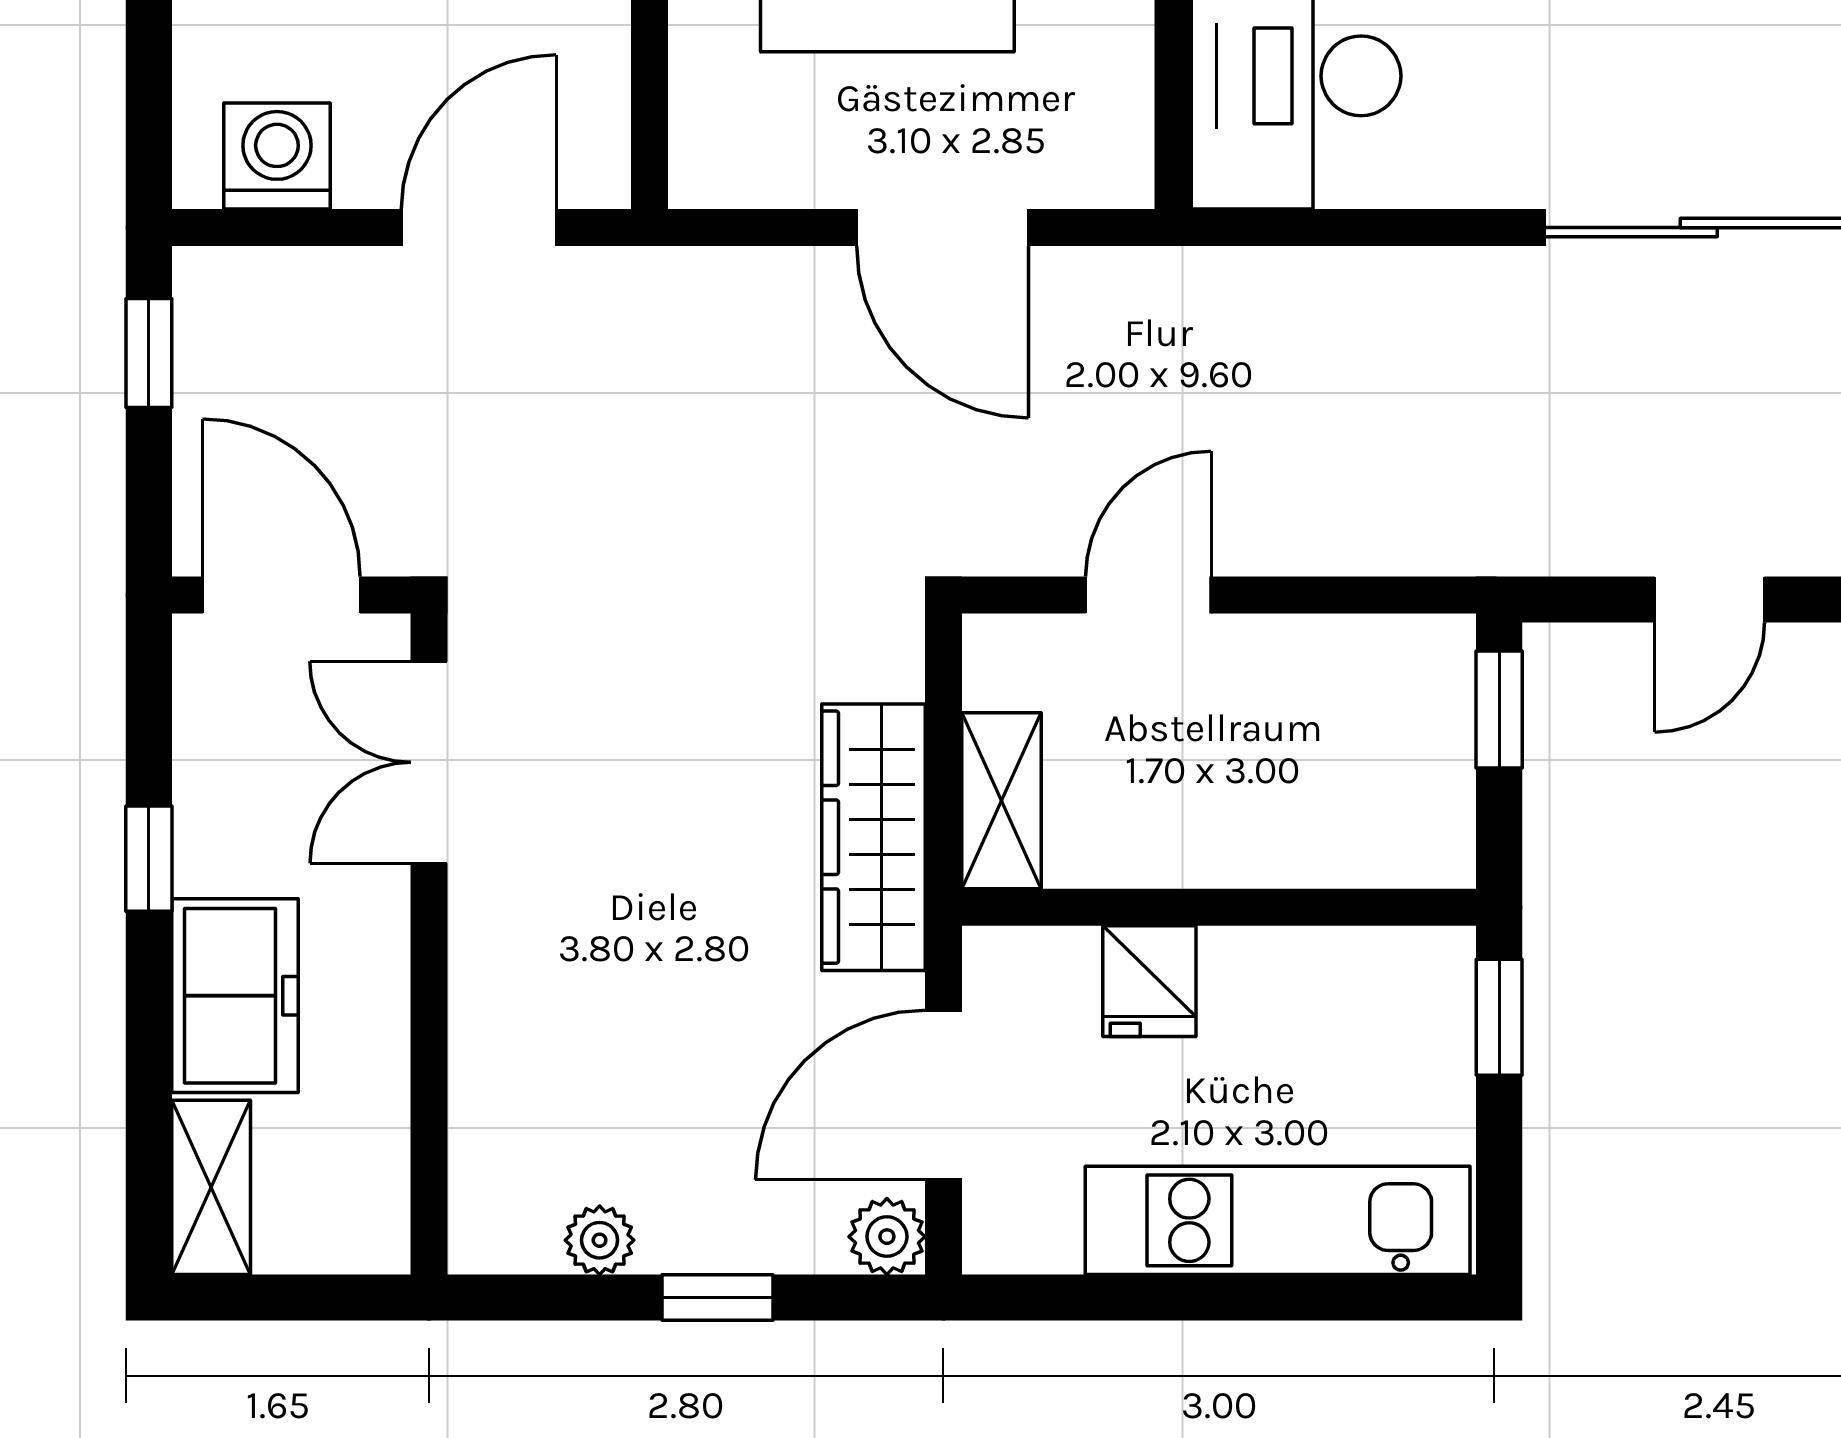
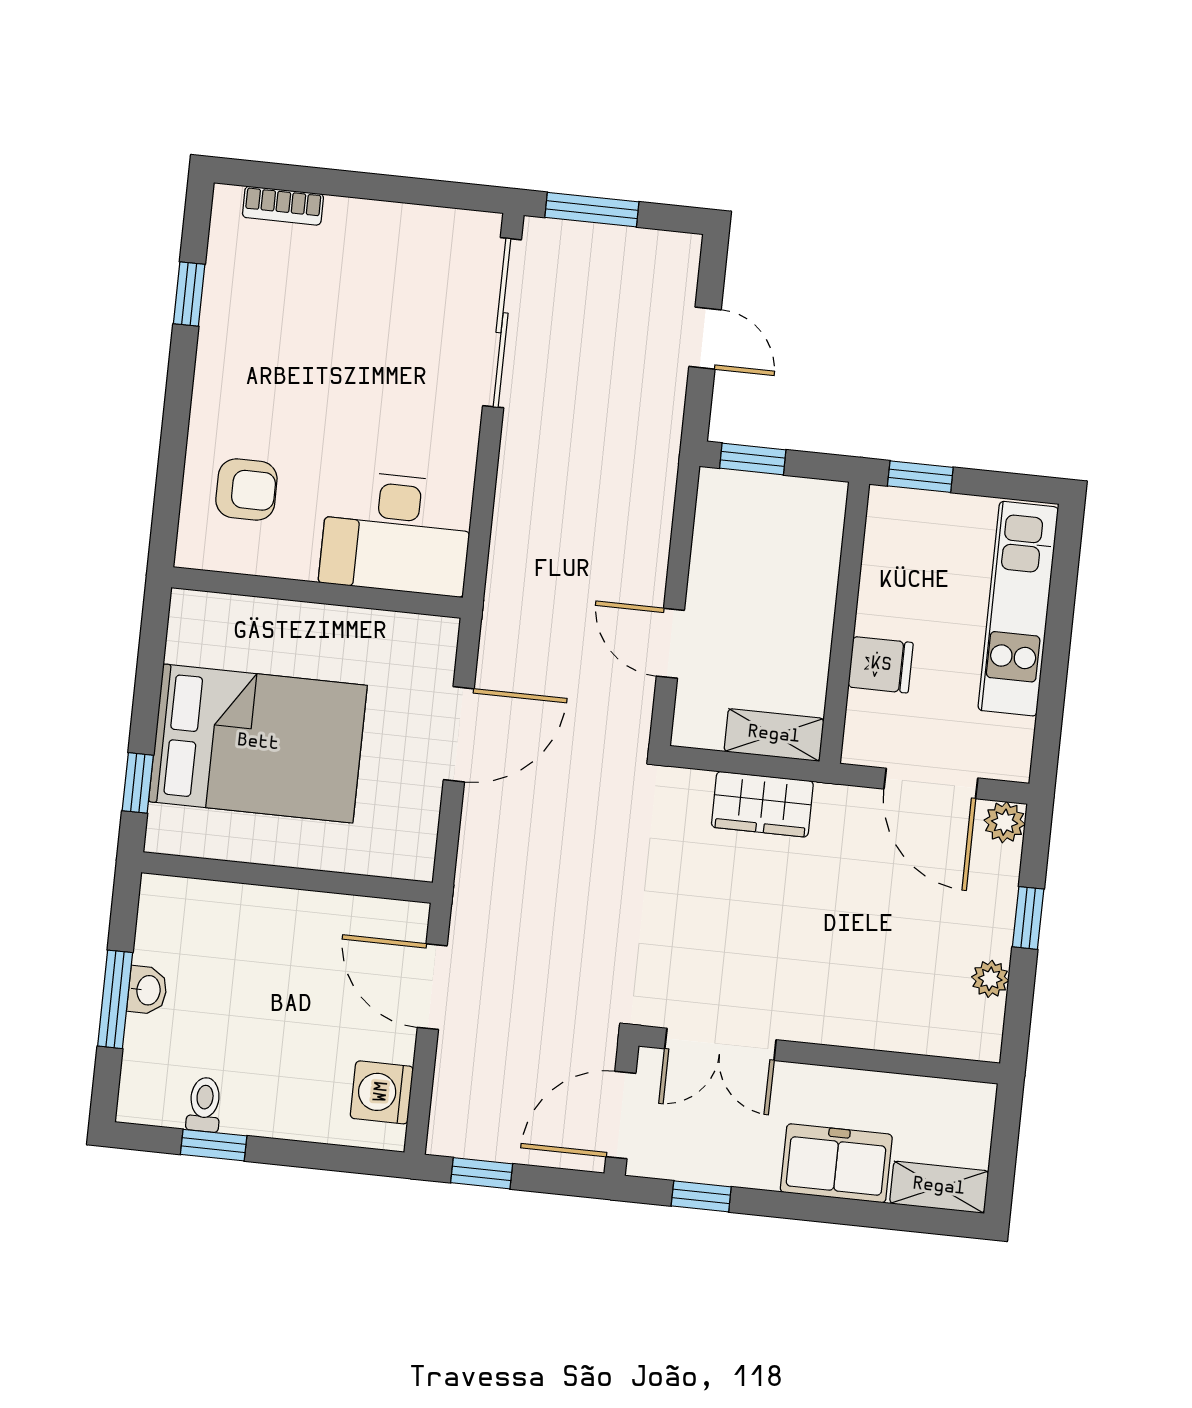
wardrobe: (873, 837) -> (762, 804), width x0.67
window: (149, 859) -> (701, 1196), moved

